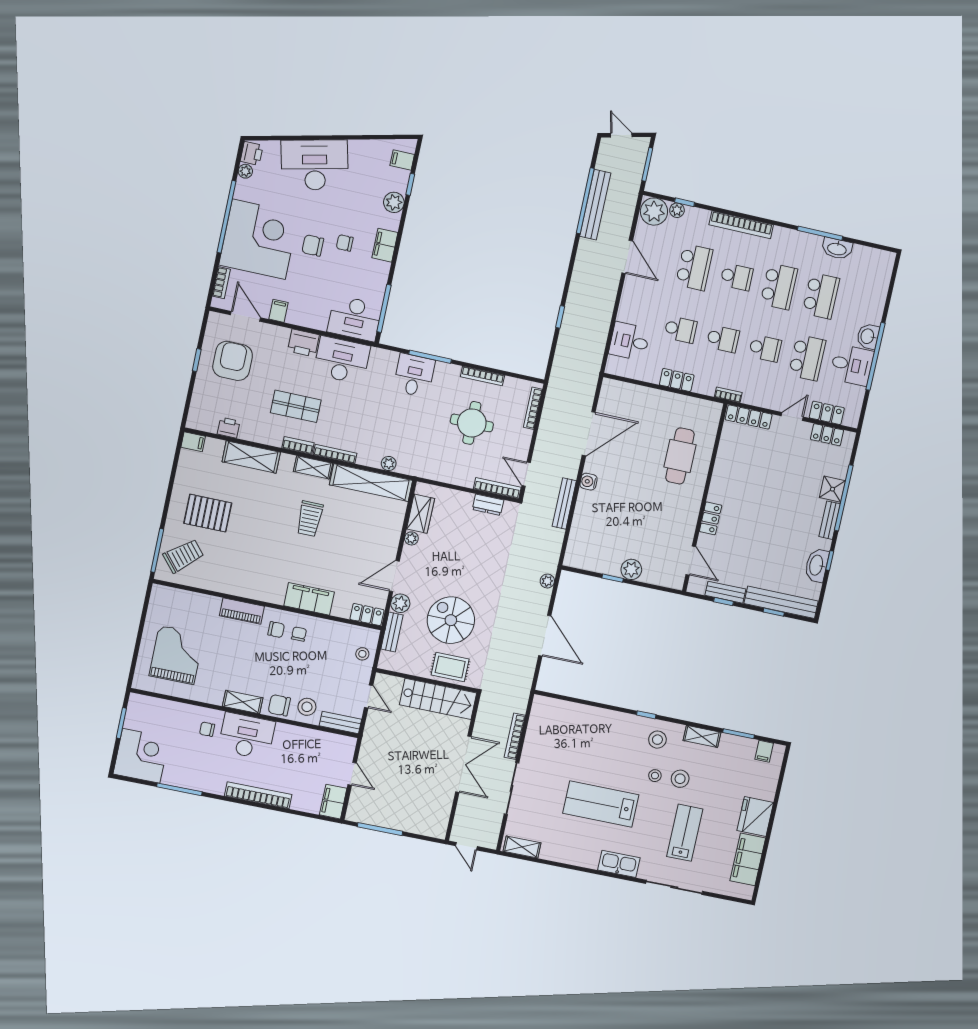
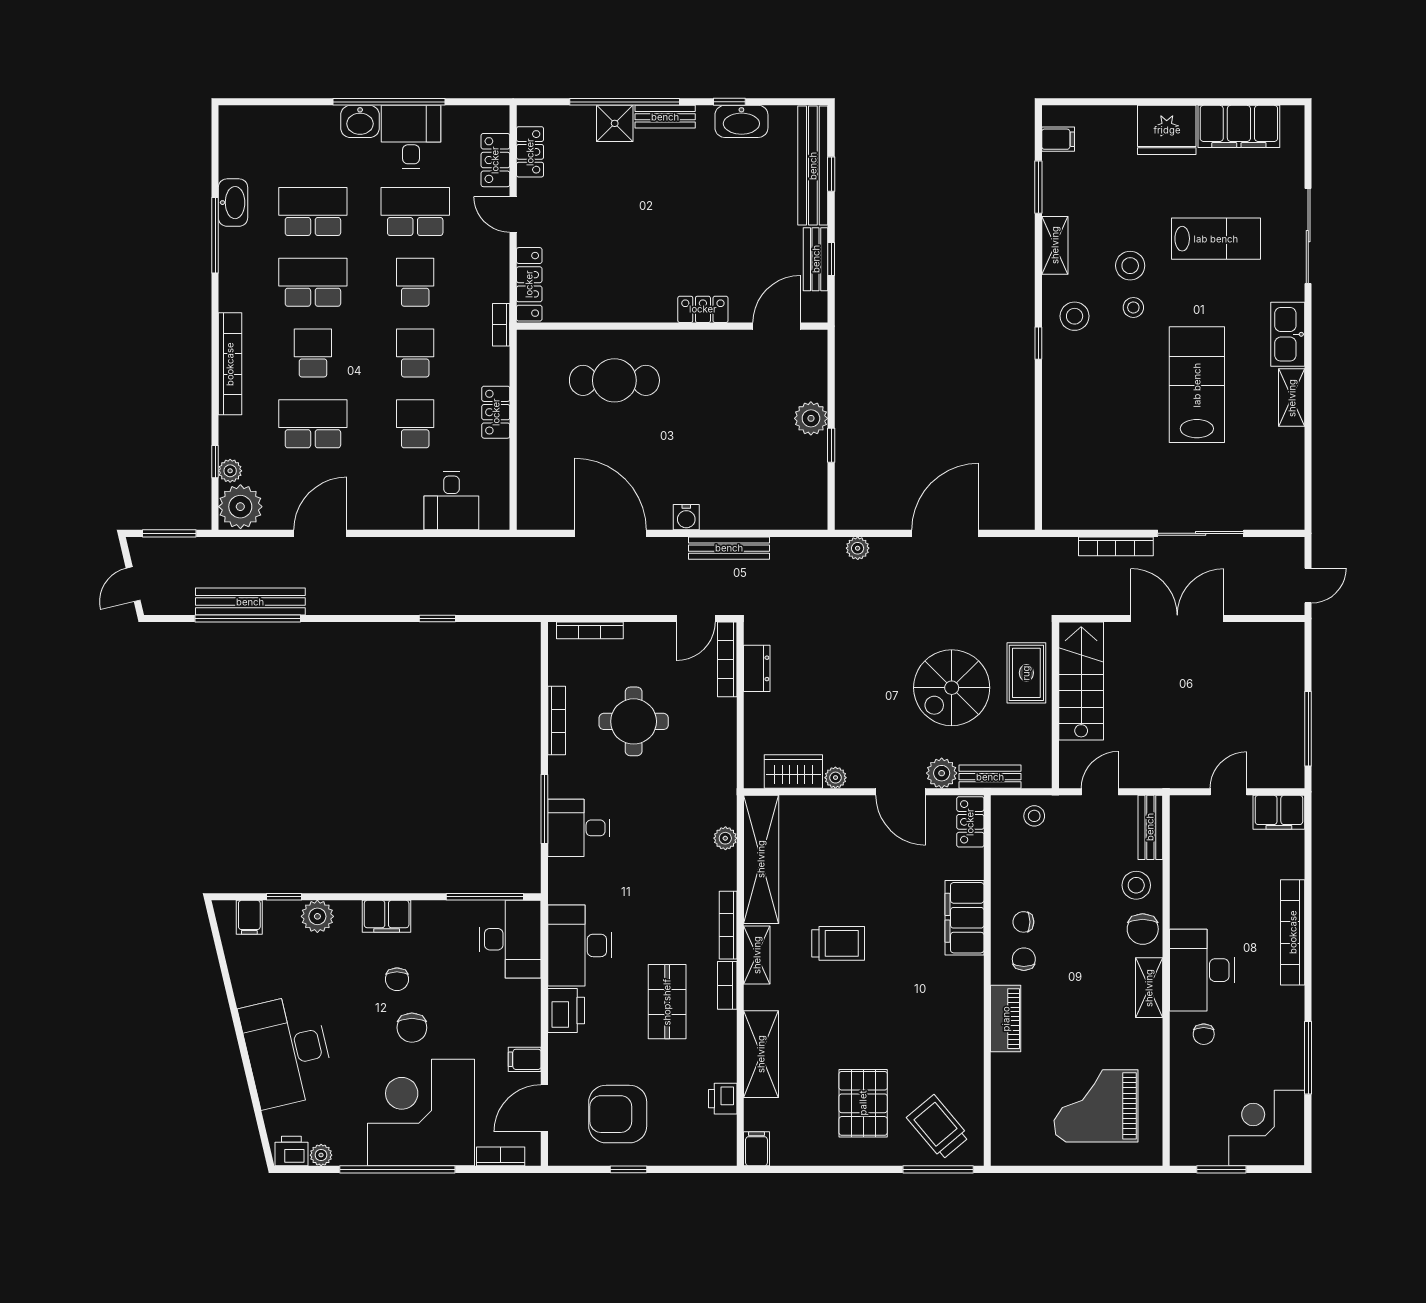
lab bench: (601, 804) -> (1197, 385), turned 180
lab bench: (685, 833) -> (1216, 239), turned 180
shelving: (522, 847) -> (1292, 398), moved

